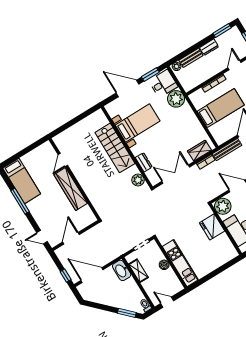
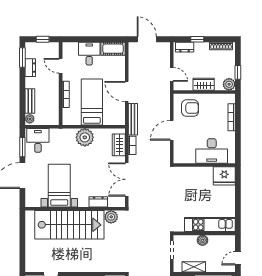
dresser: (209, 47) -> (30, 68), moved
plant: (176, 99) -> (85, 137), moved
stairs: (115, 148) -> (69, 225), width x1.36, depth x1.51
plant: (223, 206) -> (182, 155), removed
fridge: (212, 227) -> (224, 176), moved

